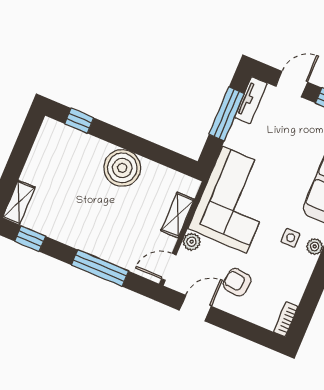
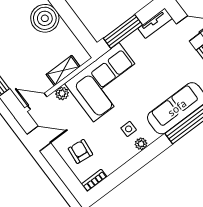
window: (227, 114) -> (123, 32), moved
armchair: (237, 282) -> (80, 151), moved

